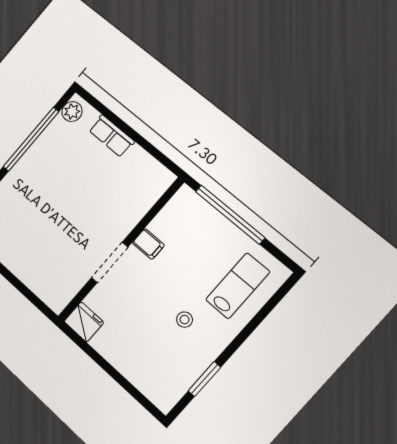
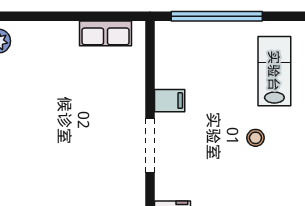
row of seats: (112, 136) -> (106, 33), moved

